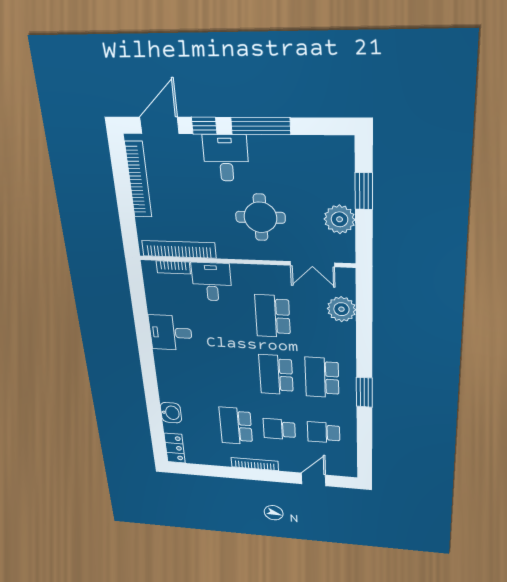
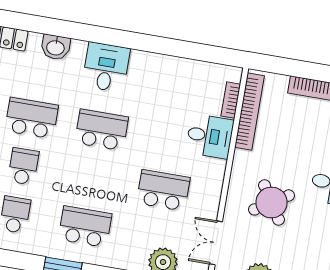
round table: (260, 217) -> (272, 202), turned -32
desk: (171, 333) -> (106, 67), moved
school desk: (276, 375) -> (102, 130), moved

